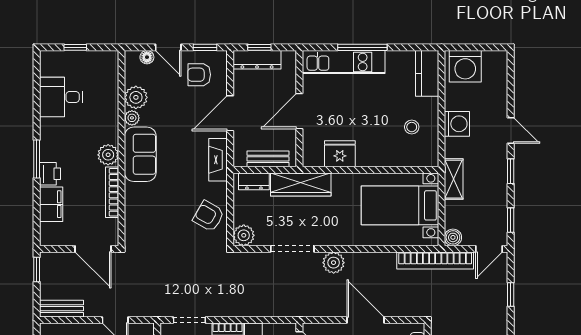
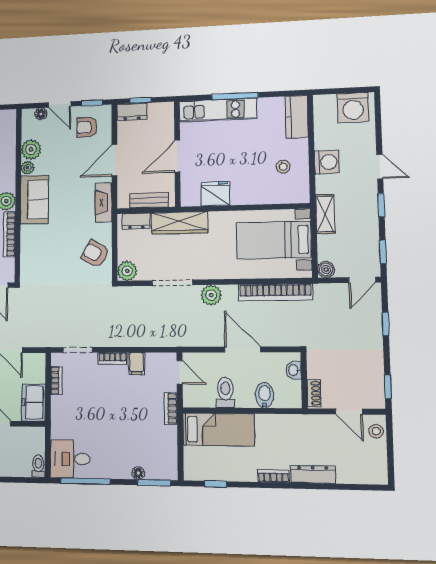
dresser: (257, 60) -> (132, 112), width x0.70
washing machine: (465, 66) -> (353, 108), moved
bookcase: (435, 261) -> (275, 292), moved

